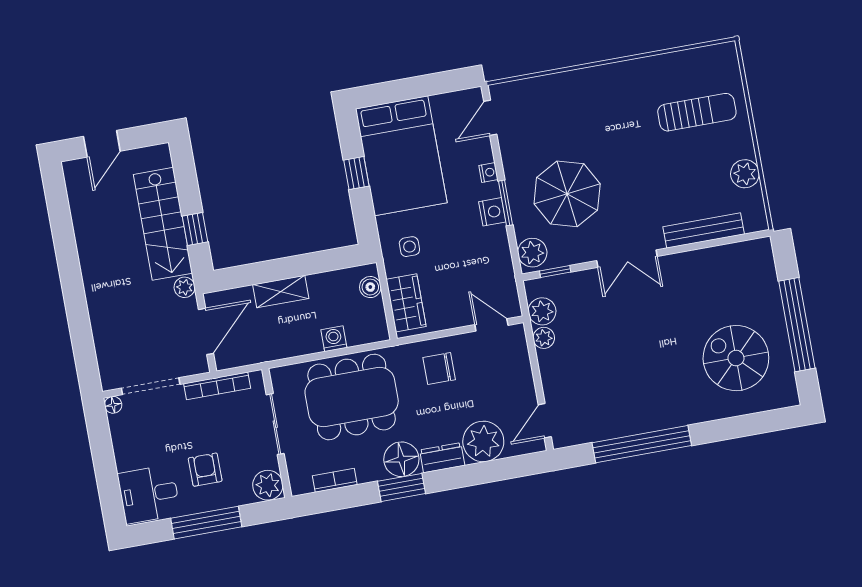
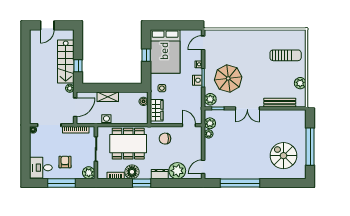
washing machine: (334, 339) -> (106, 119), moved
floor lamp: (401, 459) -> (132, 172), moved

